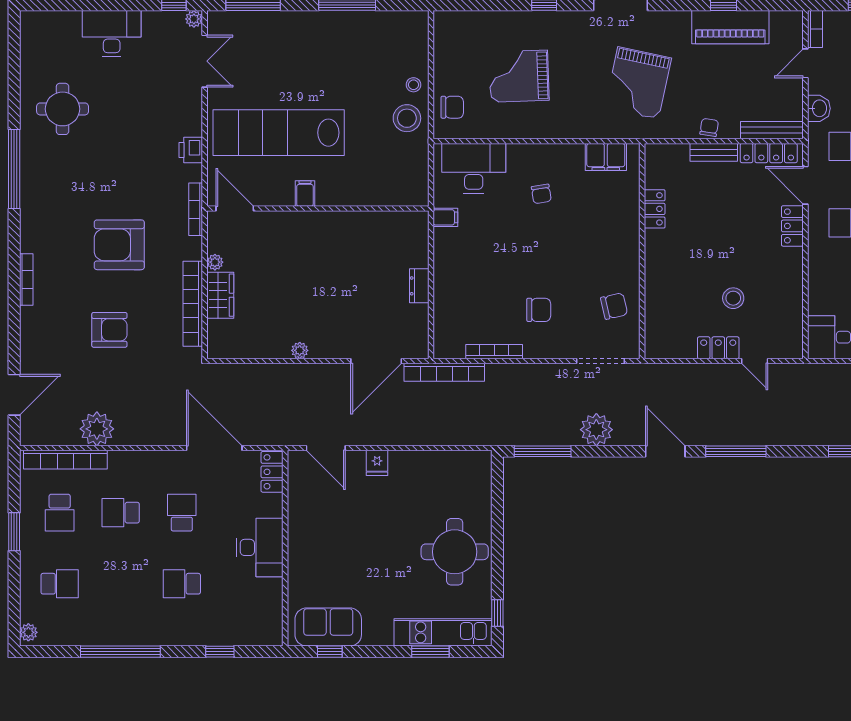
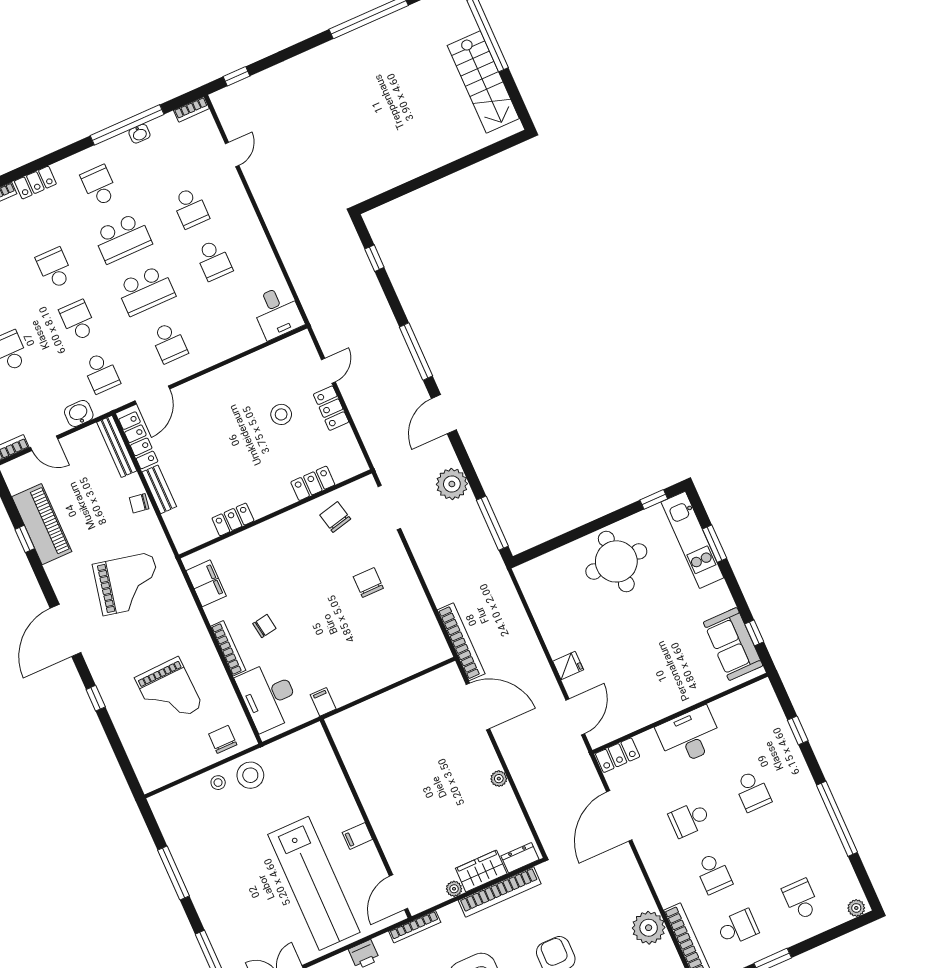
locker: (792, 226) -> (313, 483), moved, turned 180
dresser: (419, 286) -> (520, 858), moved, turned 180
bookcase: (494, 352) -> (228, 648), moved, turned 180

